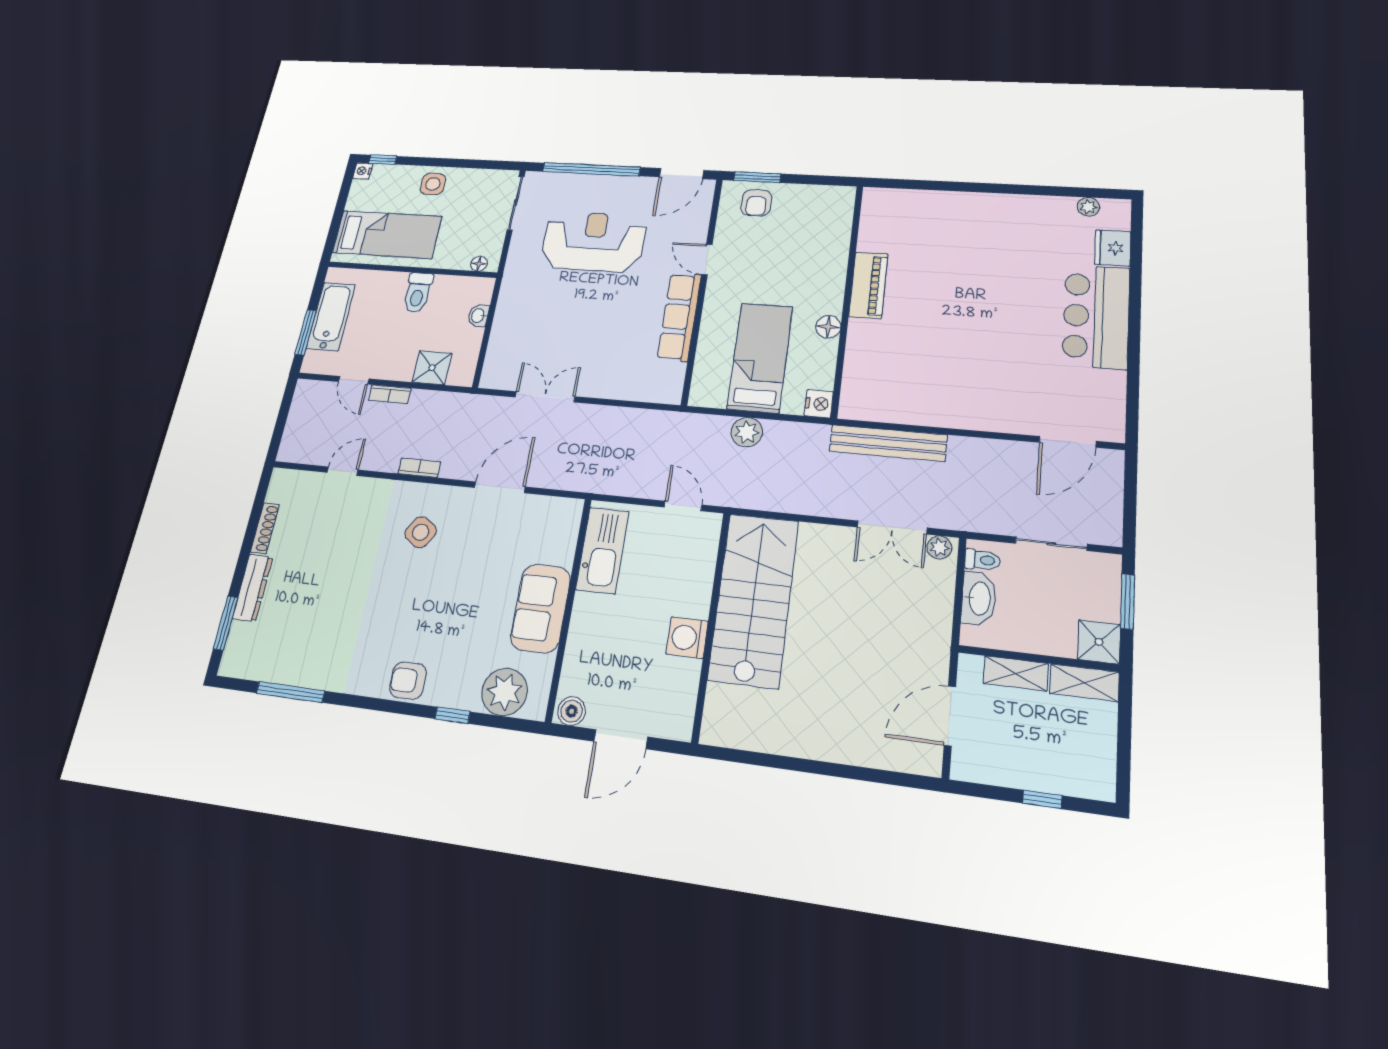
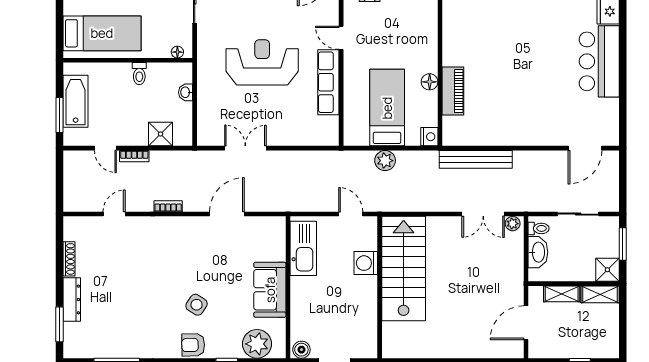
reception desk: (593, 241) -> (262, 62), moved
piano: (868, 285) -> (453, 91), moved
toilet: (418, 293) -> (139, 74), width x0.73, depth x0.72
side table: (421, 532) -> (197, 305), moved
washing machine: (687, 638) -> (366, 263), moved

